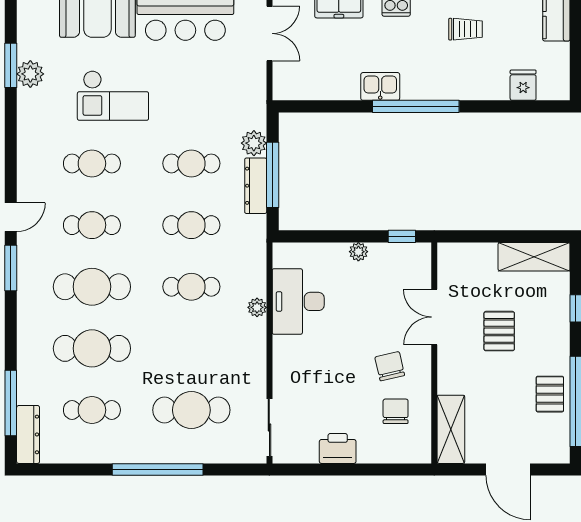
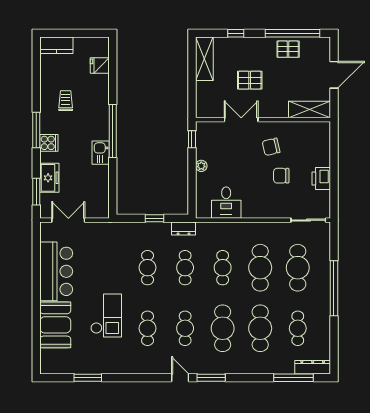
plant: (30, 74) -> (93, 366), removed
plant: (254, 143) -> (135, 230), removed
window: (273, 175) -> (154, 218), width x0.46
dresser: (256, 186) -> (184, 229), moved, width x0.70
desk: (298, 301) -> (226, 203), width x0.73
plant: (257, 307) -> (235, 228), removed
double door: (434, 317) -> (241, 120), swing flipped
cafe table: (191, 348) -> (260, 268), added
chair: (396, 411) -> (281, 176), moved

